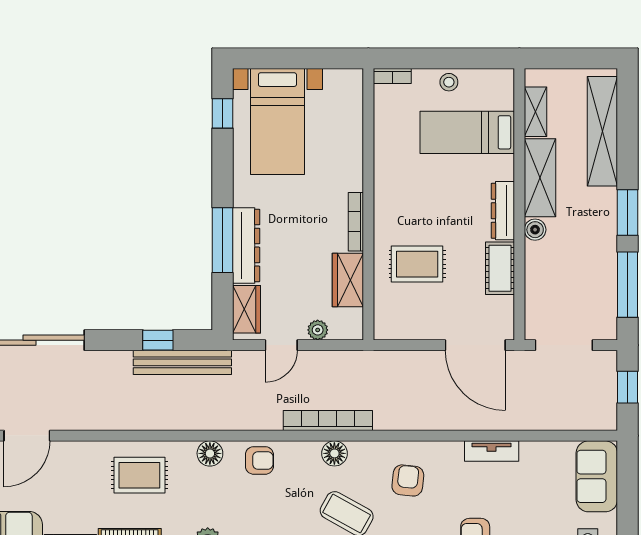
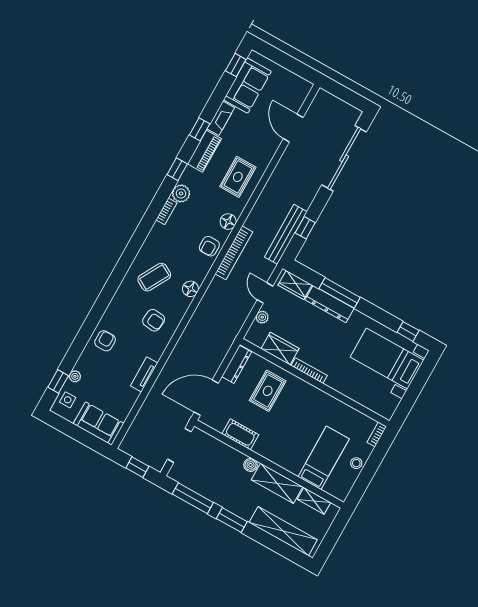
dresser: (503, 211) -> (237, 364), moved, turned 90
bookcase: (328, 421) -> (234, 253), moved

